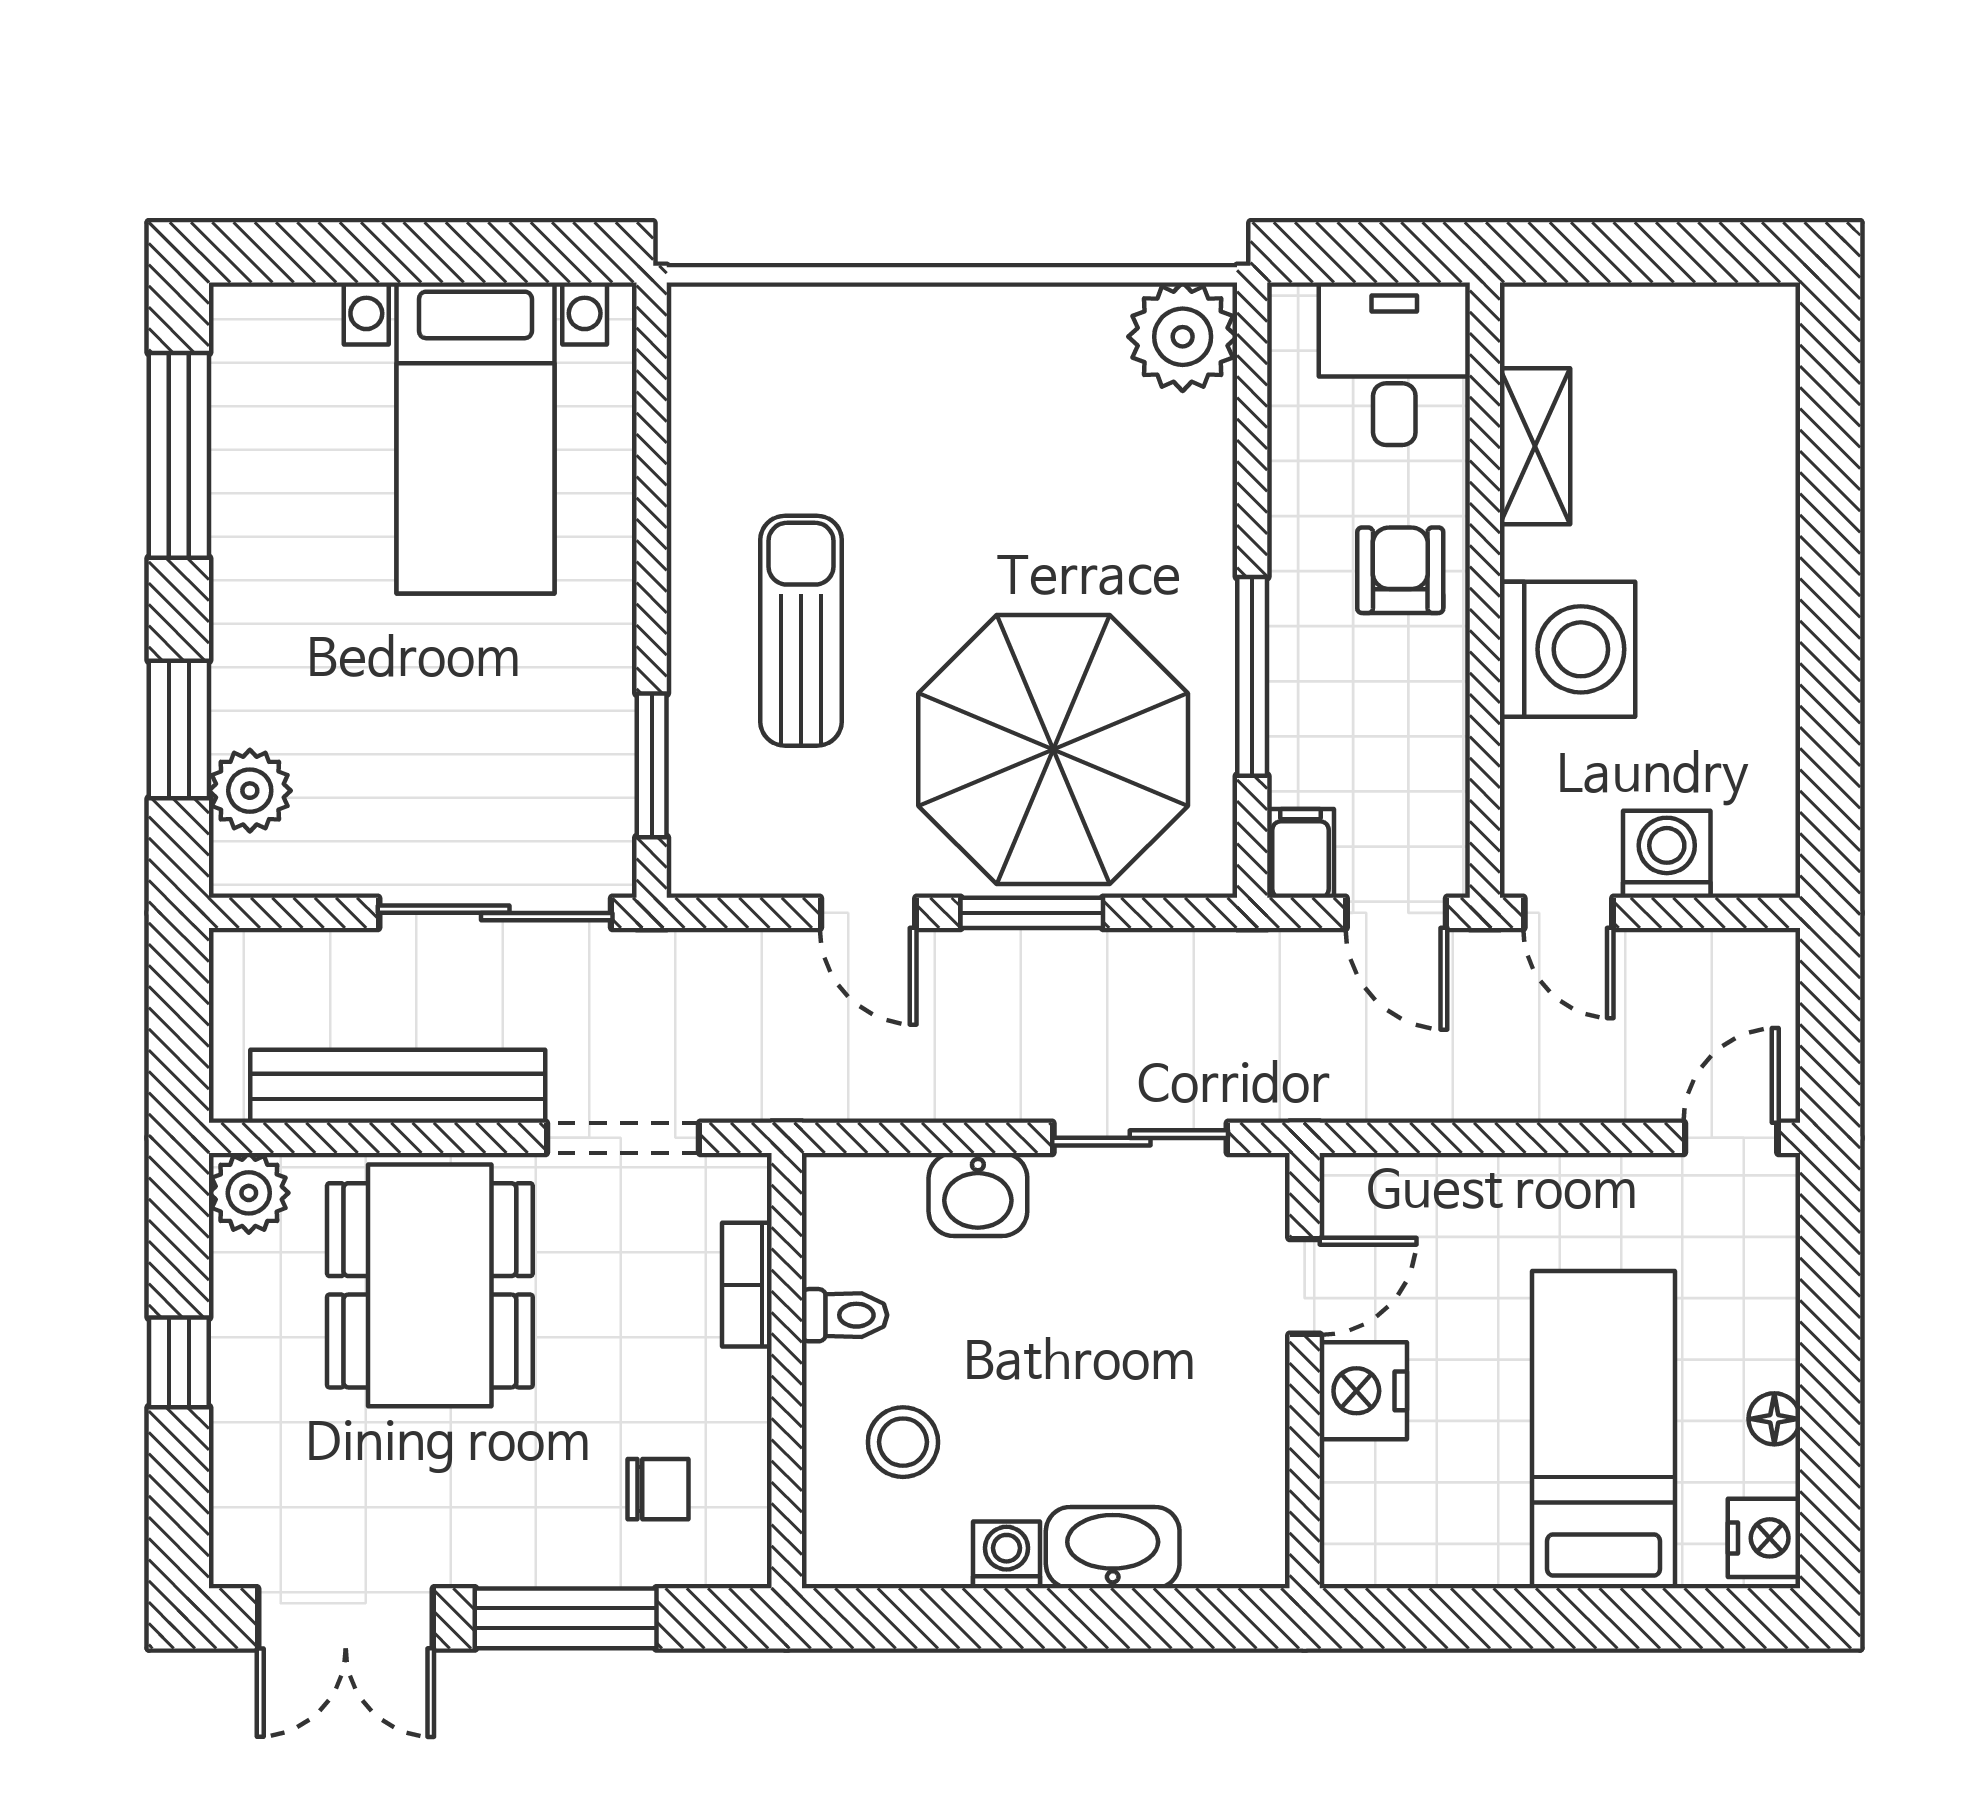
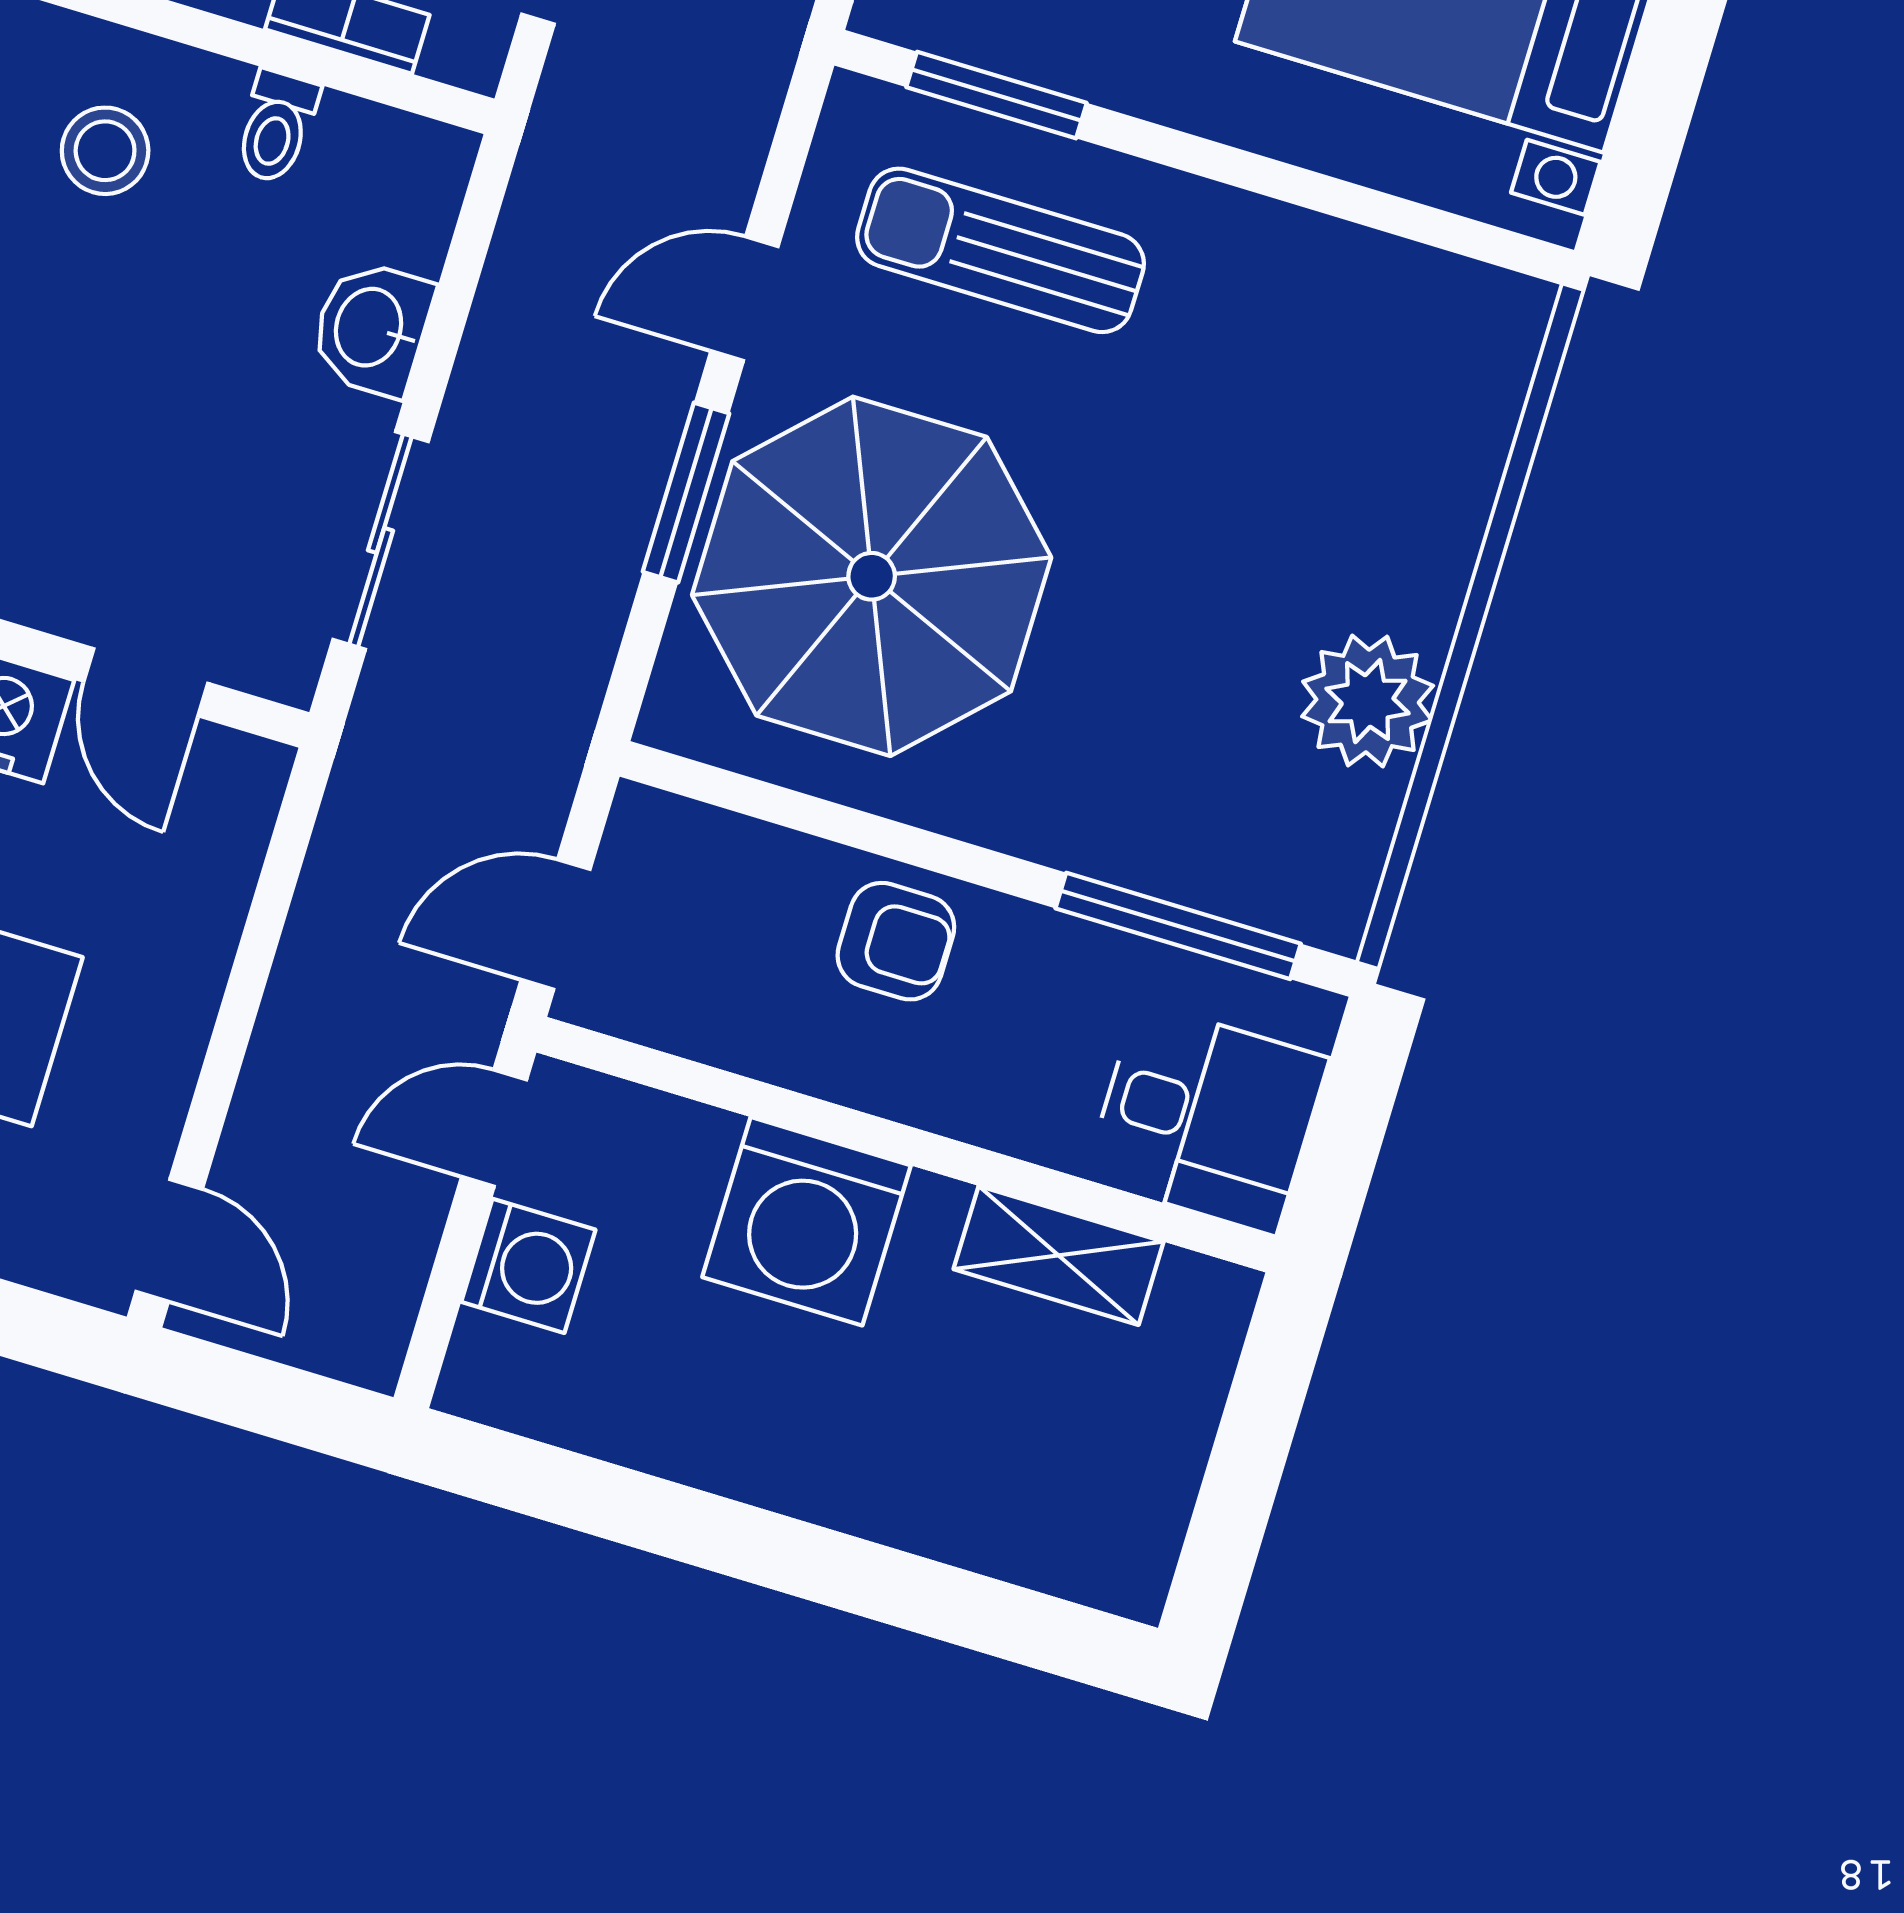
plant: (1183, 337) -> (1368, 701), moved
armchair: (1400, 570) -> (896, 941), moved
sun lounger: (801, 631) -> (1000, 250), moved, turned 180
window: (1252, 676) -> (1178, 926), moved
filing cabinet: (1300, 853) -> (660, 832), removed

